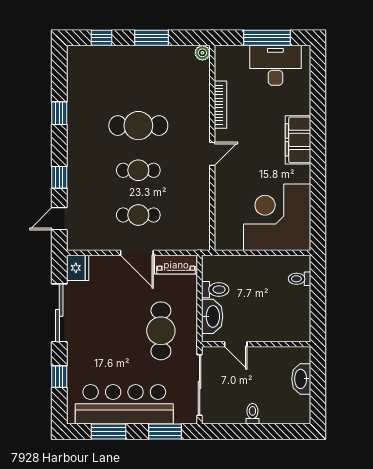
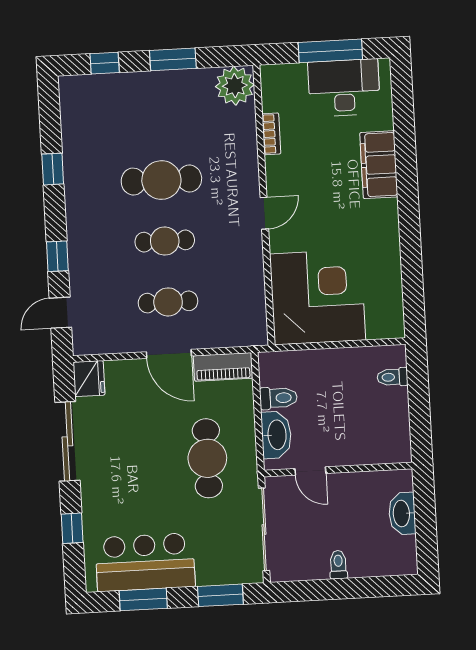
plant: (202, 53) -> (235, 86), width x1.88, depth x1.88
bookcase: (221, 105) -> (271, 134), width x0.64
filing cabinet: (298, 140) -> (379, 165), moved
corner desk: (277, 217) -> (318, 297), moved, turned 90
bar counter: (124, 404) -> (145, 562), width x0.73

